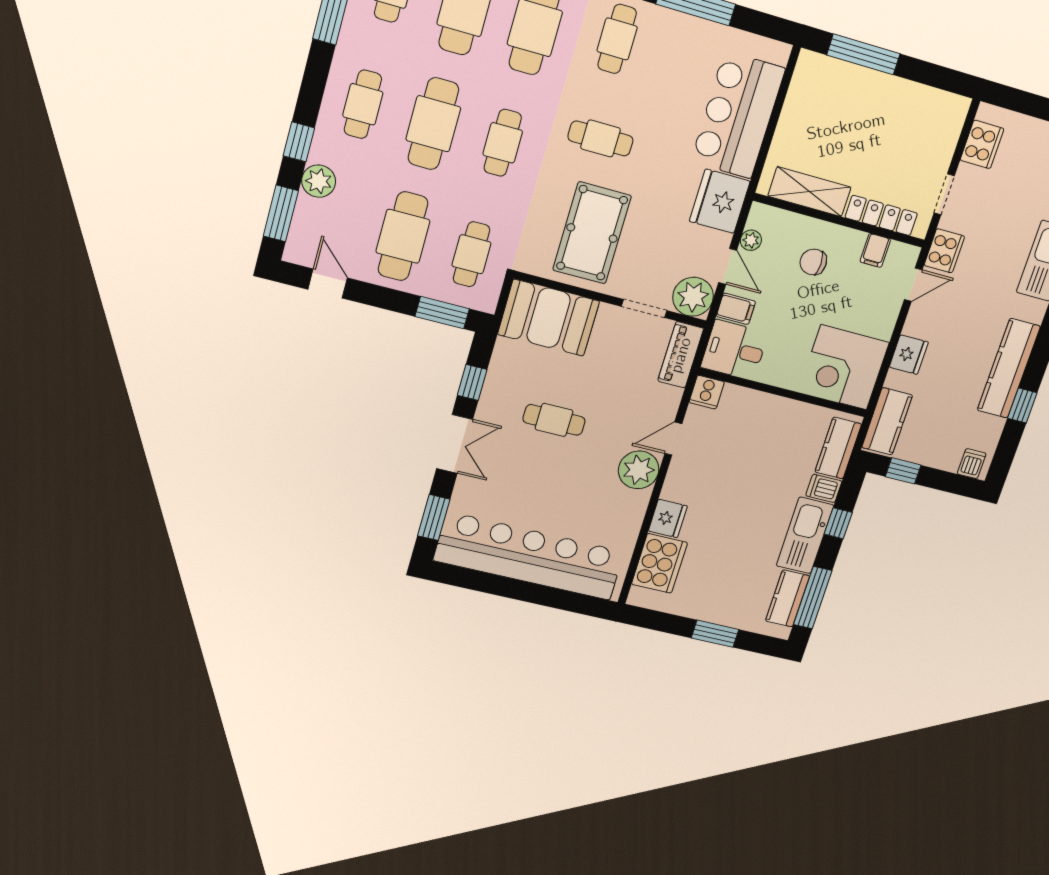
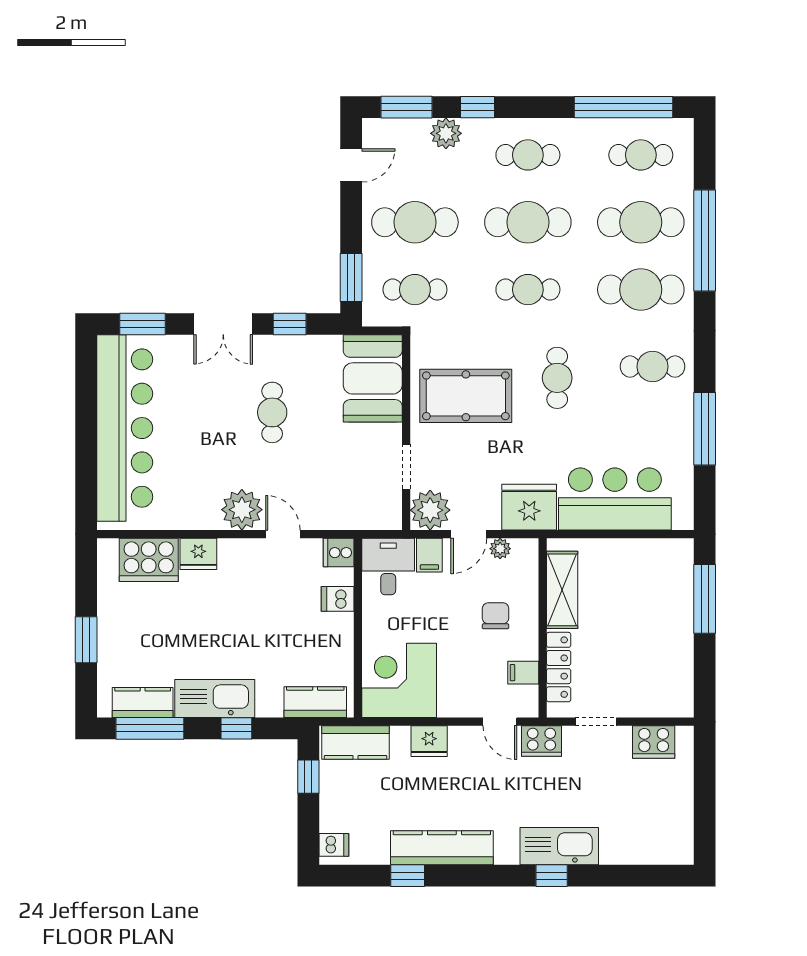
piano: (681, 355) -> (370, 516), removed
dishwasher: (824, 488) -> (338, 599), moved, turned -90

